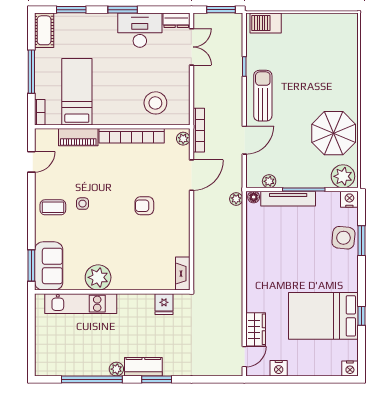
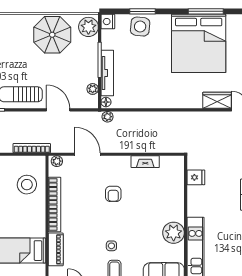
bookcase: (199, 130) -> (32, 148), moved
fireplace: (183, 274) -> (145, 162), moved
bed: (323, 316) -> (199, 43), width x1.36
window: (361, 316) -> (206, 11), width x2.17

